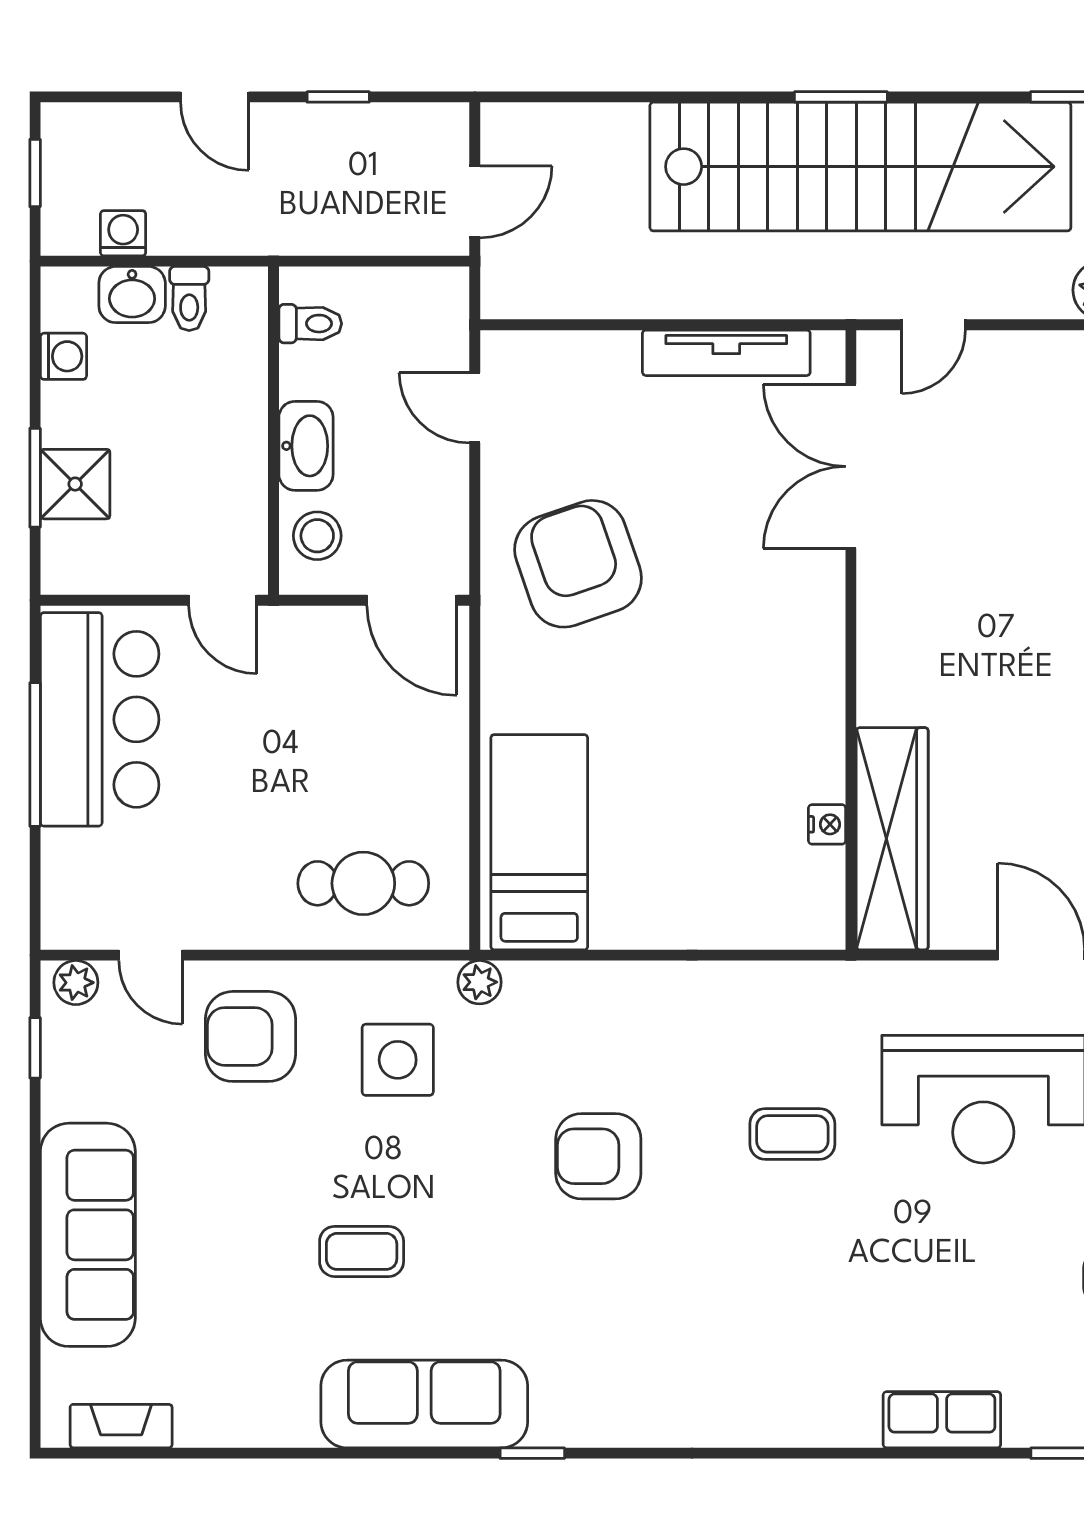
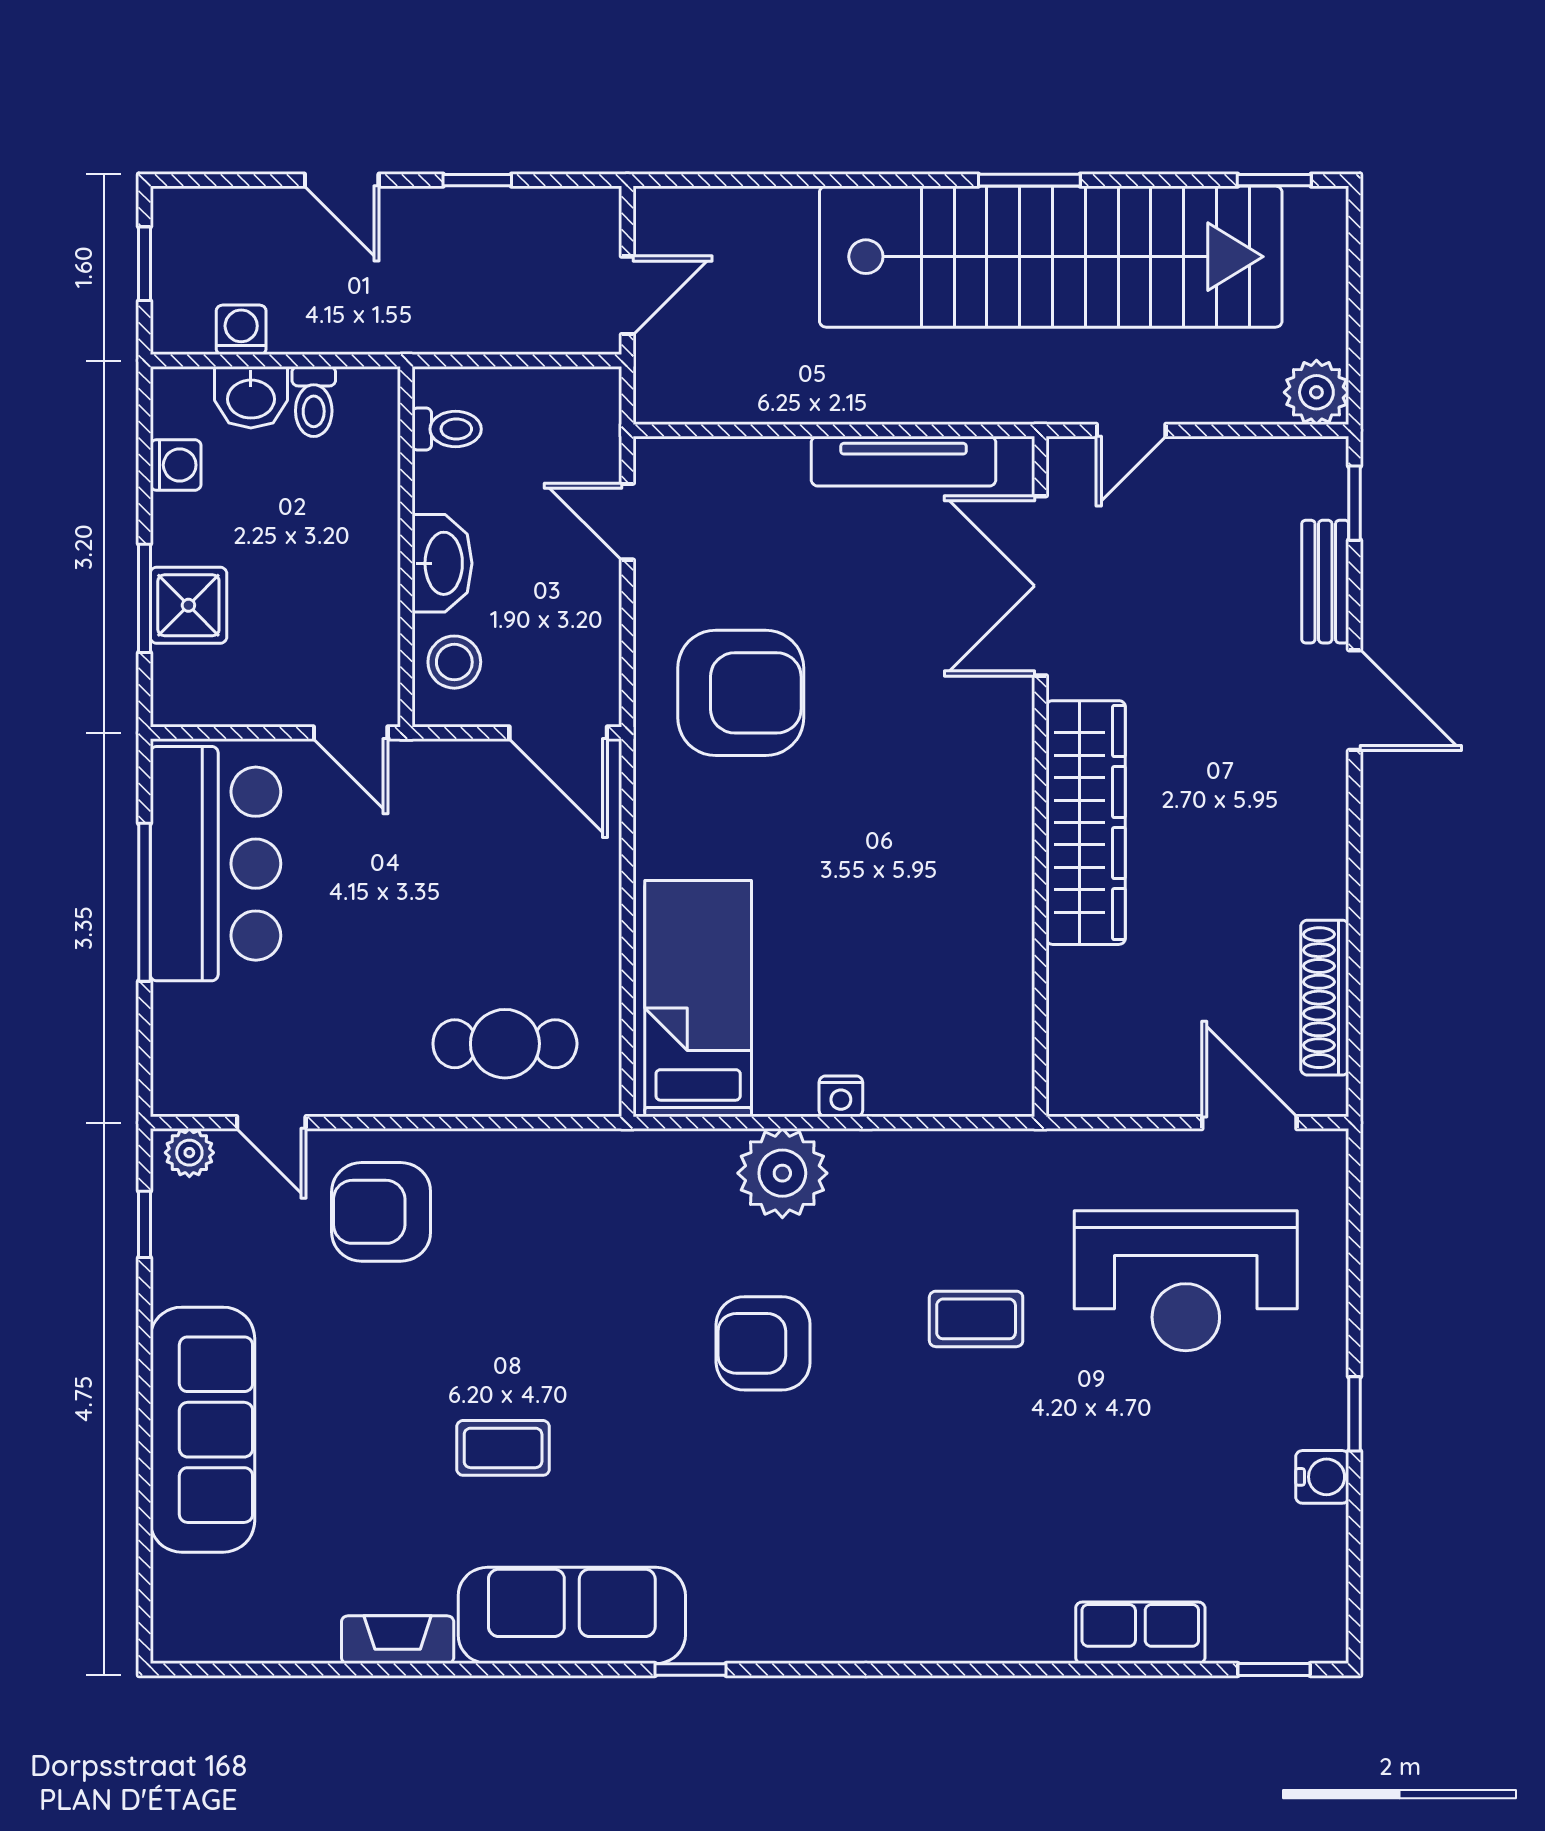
armchair: (578, 564) -> (741, 693), turned 109
nightstand: (827, 824) -> (841, 1096), moved, turned 90
wardrobe: (892, 839) -> (1086, 823), moved
plant: (480, 982) -> (782, 1173), moved, width x1.87, depth x1.87
side table: (398, 1060) -> (543, 1237), removed
fireplace: (121, 1426) -> (398, 1640), moved

